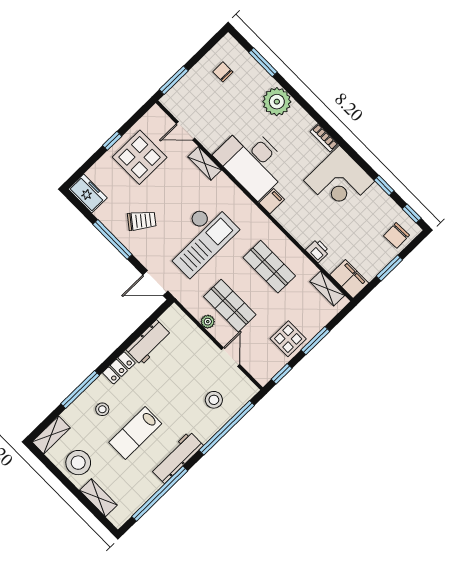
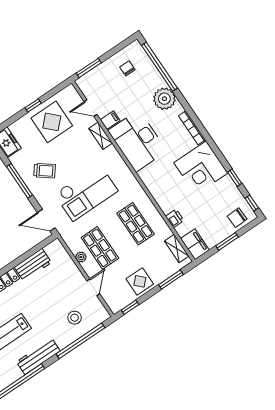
window: (263, 62) -> (159, 67), width x2.11
bookcase: (324, 138) -> (192, 128), width x1.56
filing cabinet: (272, 201) -> (110, 120), moved
window: (315, 341) -> (171, 280), moved

